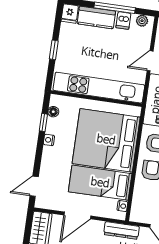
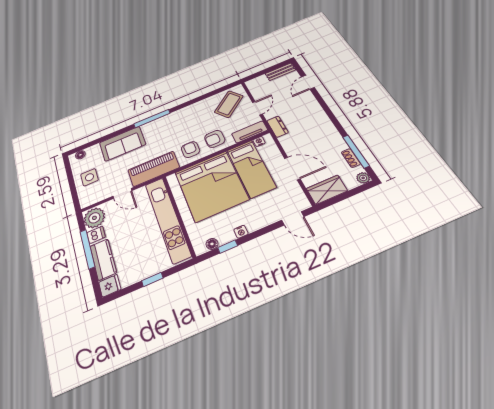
plant: (142, 21) -> (94, 218), width x1.87, depth x1.87
tv unit: (138, 204) -> (250, 132), added
dresser: (121, 230) -> (278, 127), width x0.70

